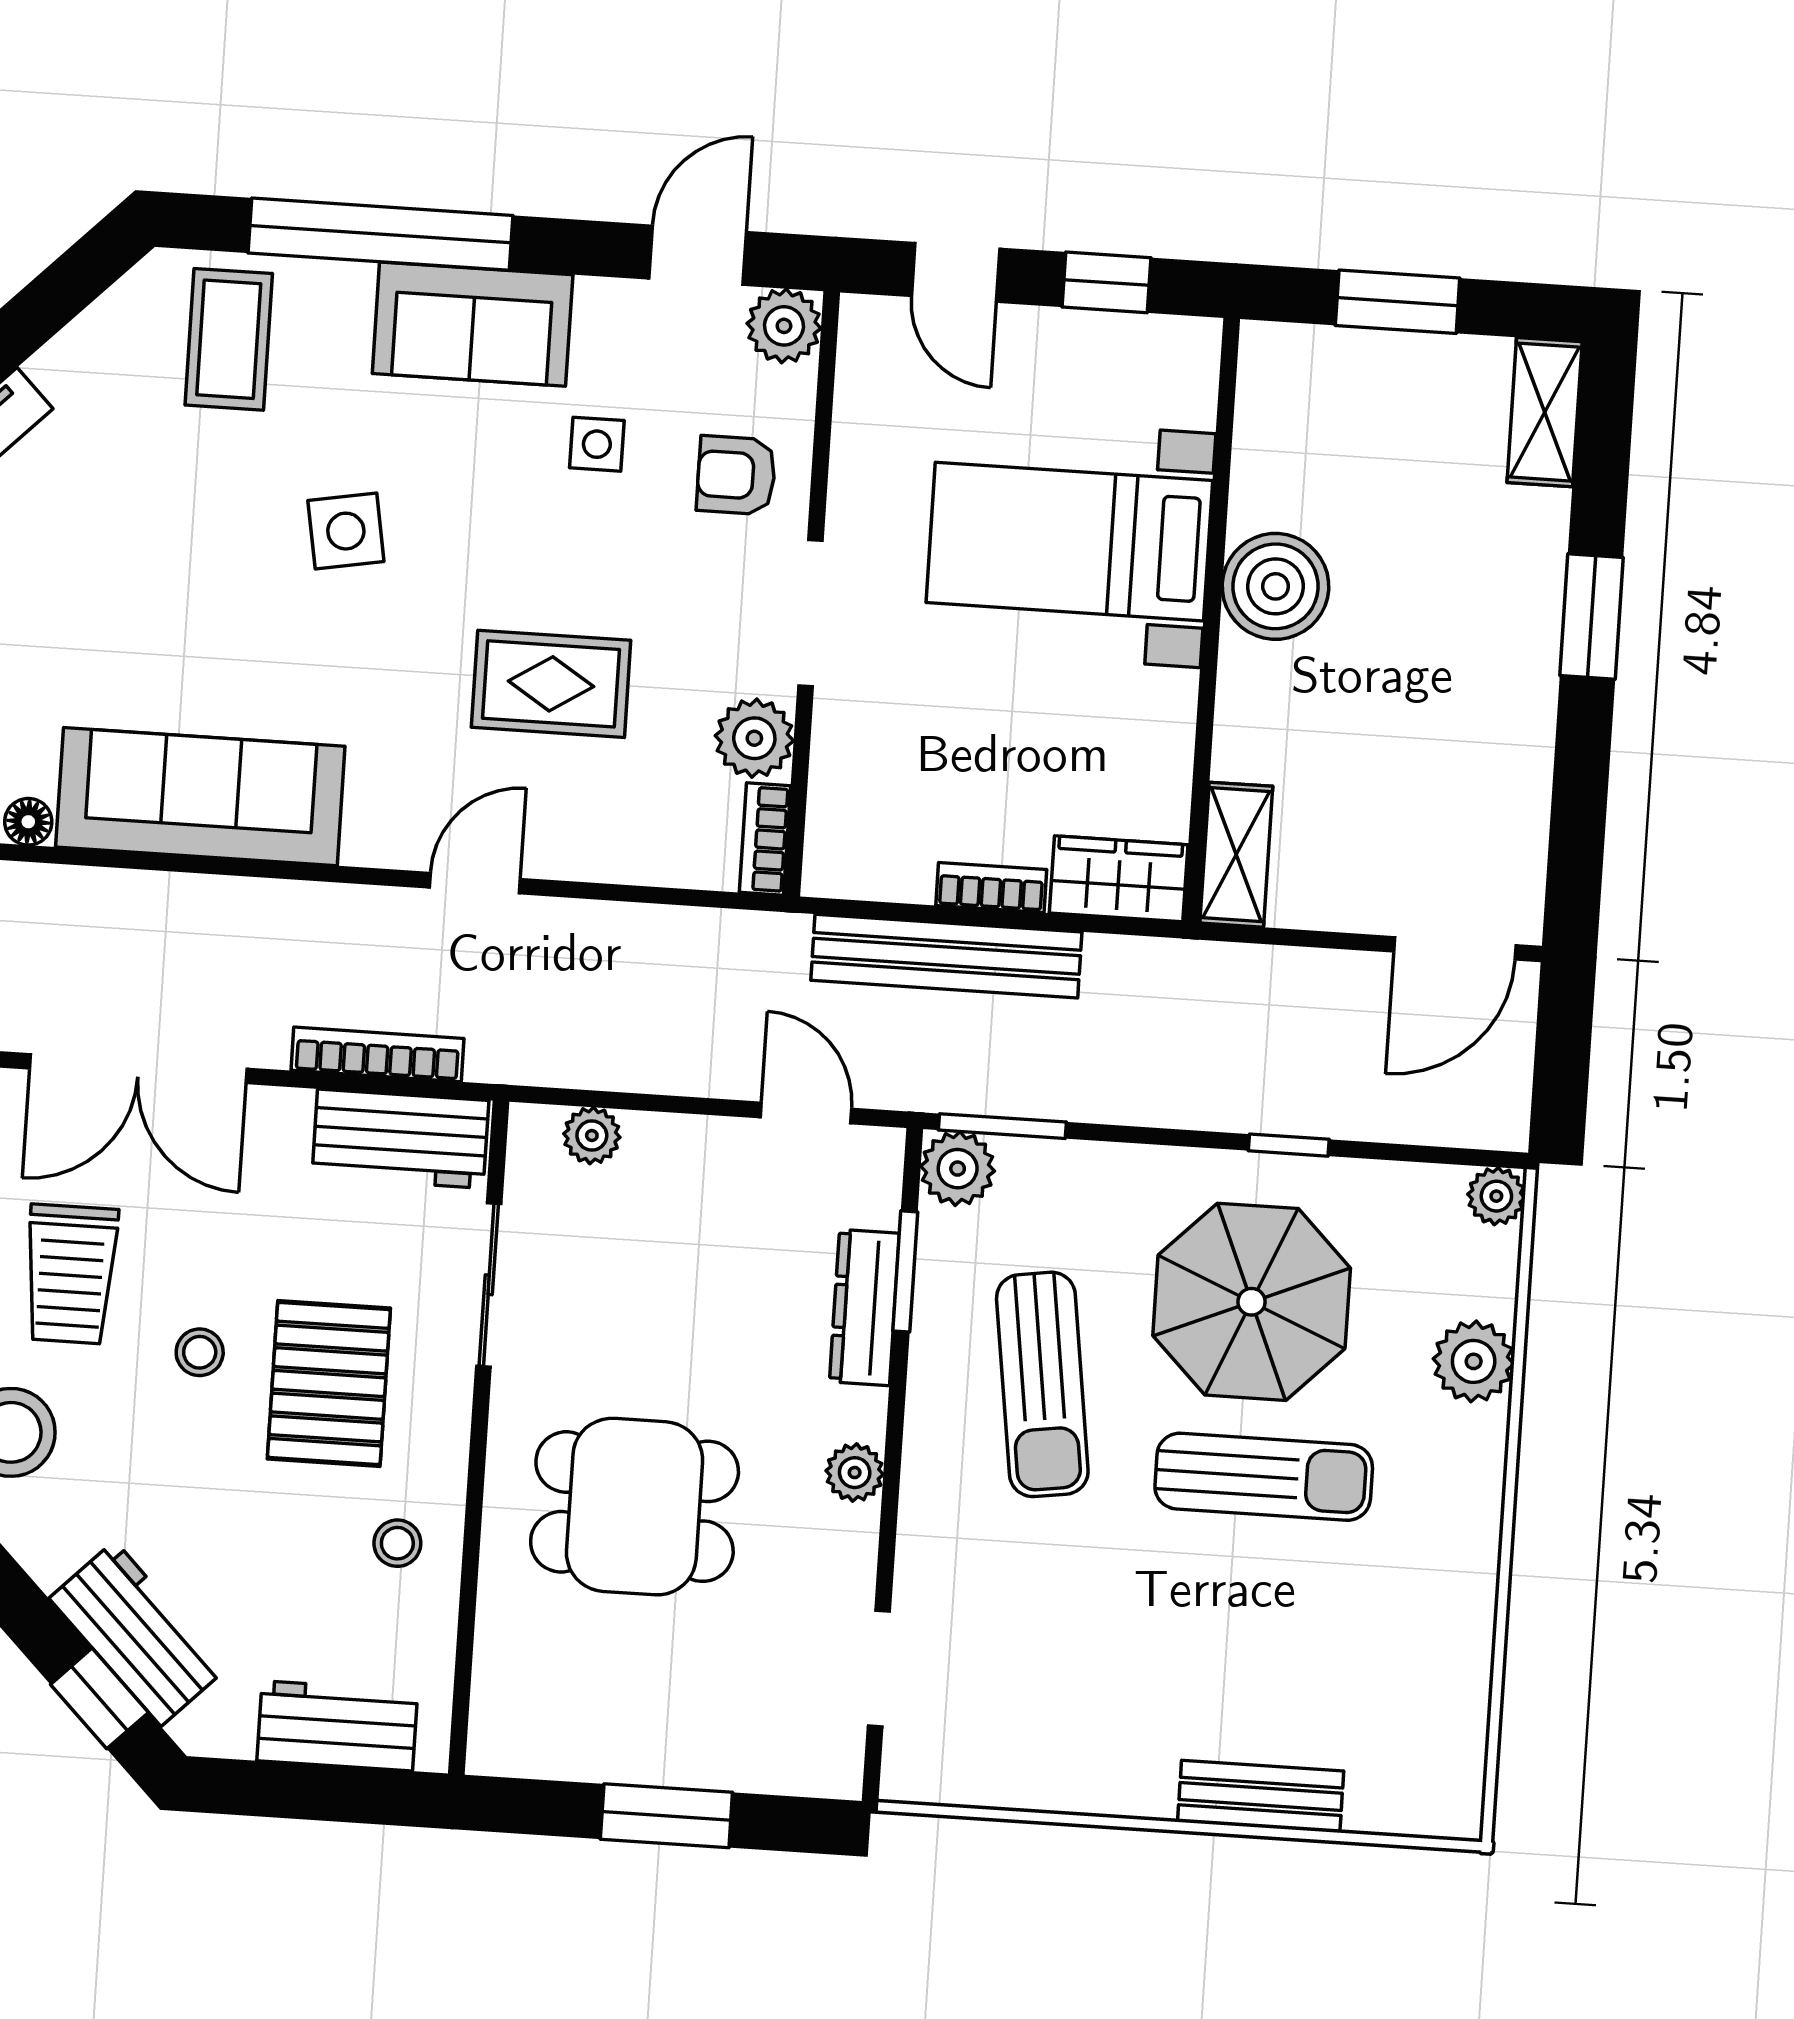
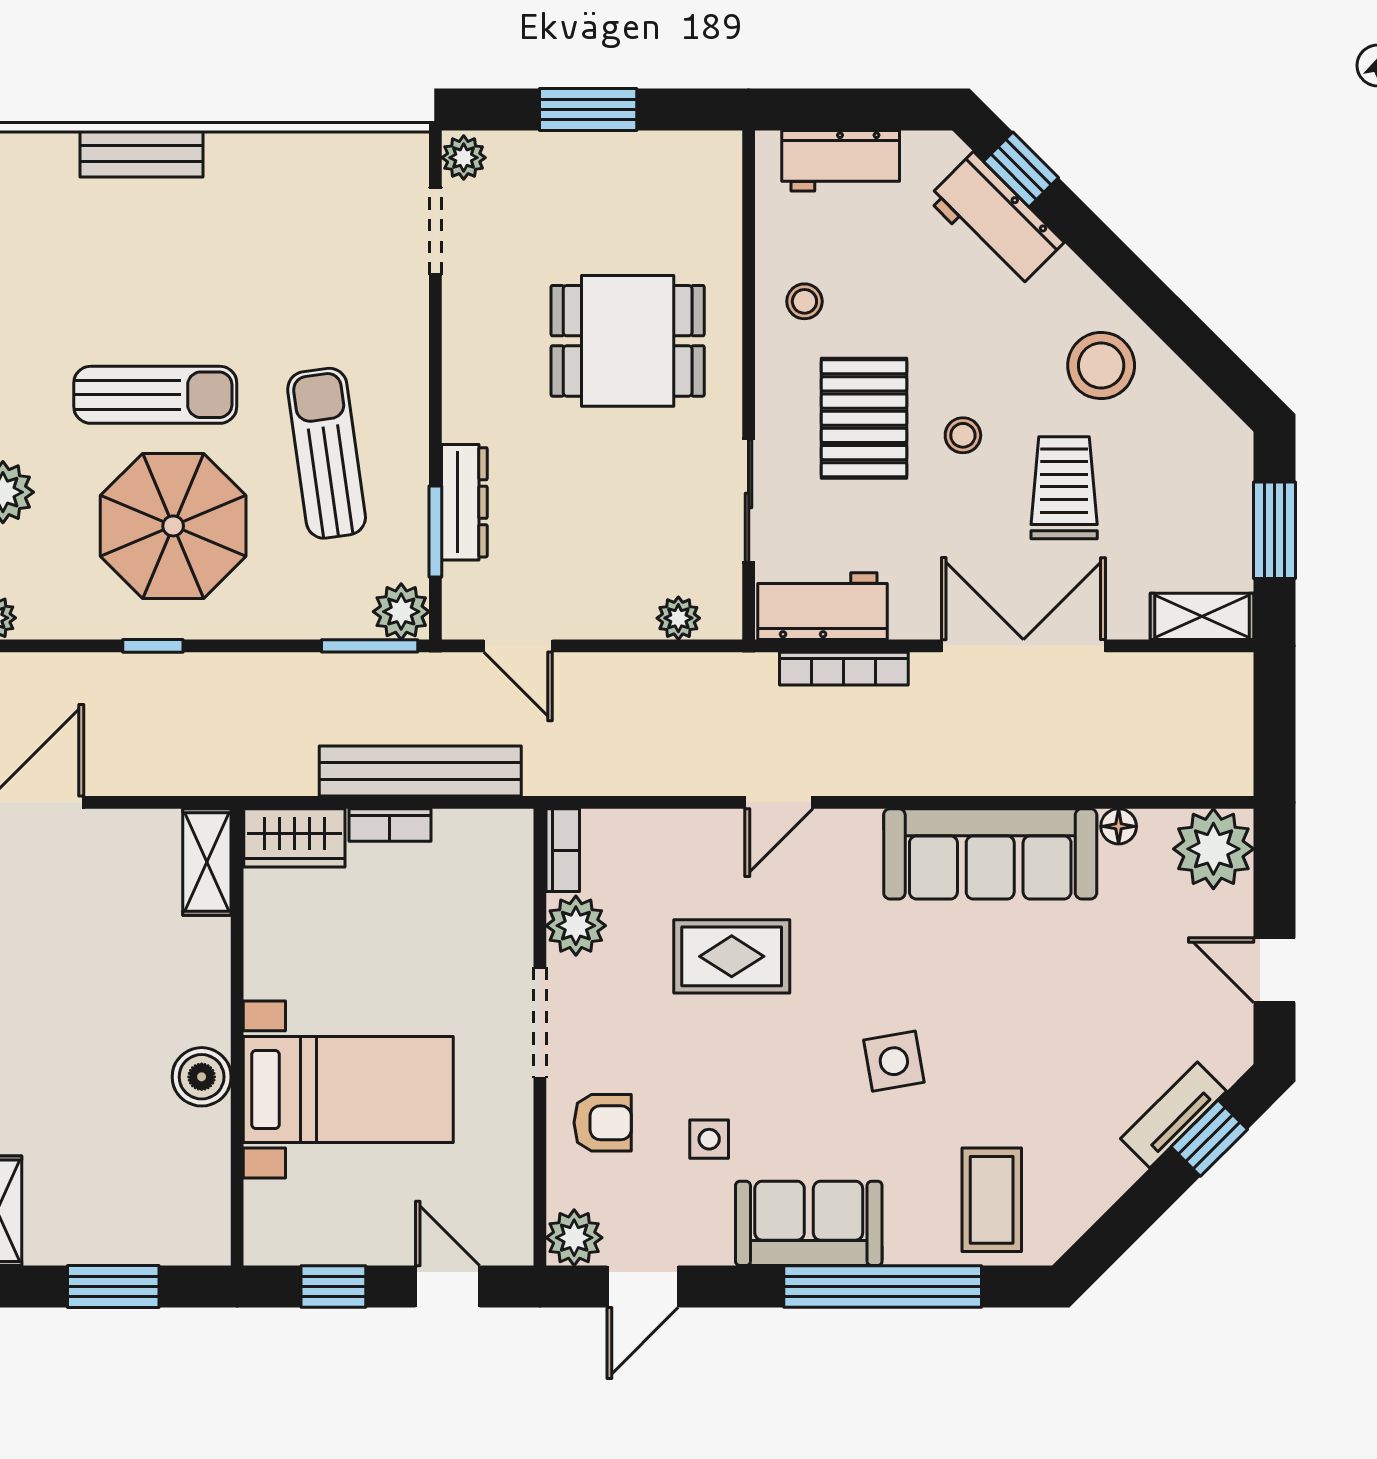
boiler: (1276, 586) -> (202, 1077), width x0.73, depth x0.73
plant: (855, 1473) -> (464, 158), moved
sun lounger: (1264, 1477) -> (155, 395), turned 180

